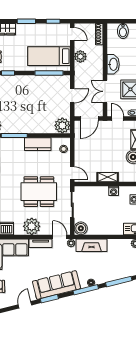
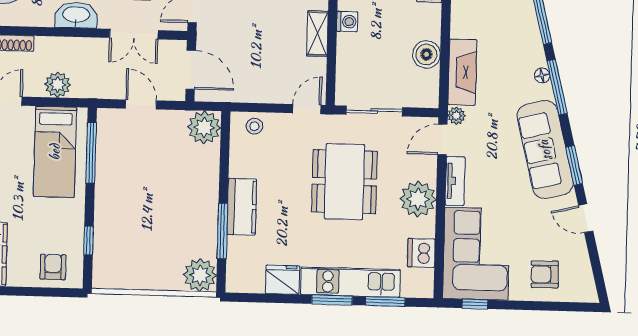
kitchen counter: (38, 144) -> (242, 207), moved
boiler: (81, 228) -> (426, 54), moved

